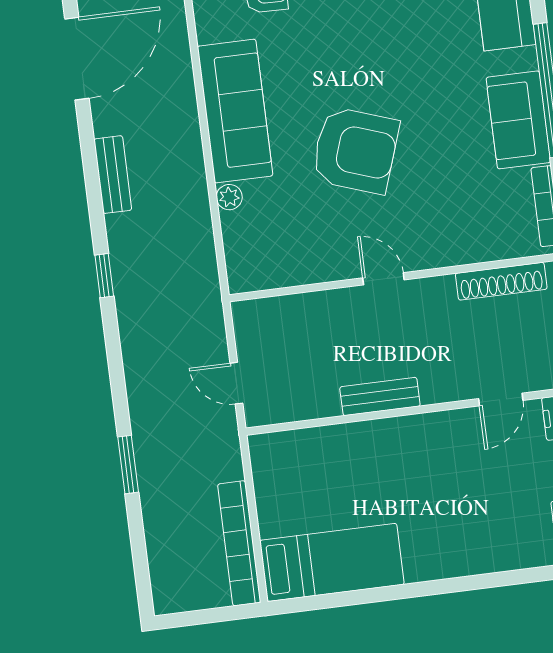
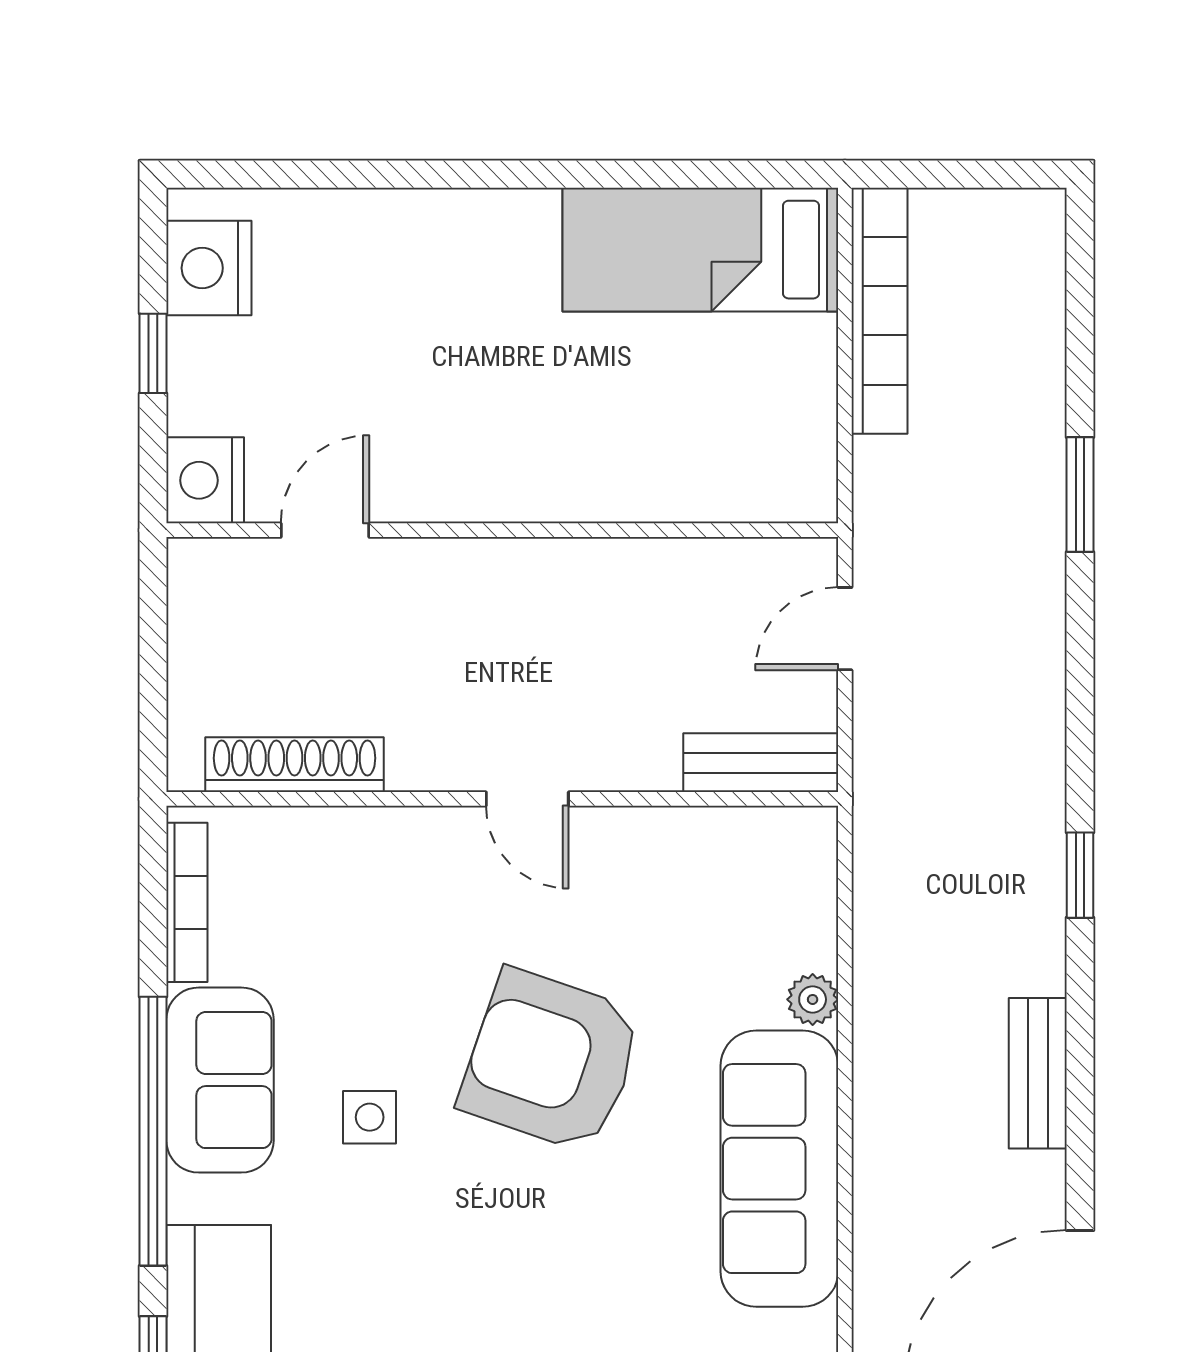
side table: (442, 111) -> (370, 1117), added
door: (236, 383) -> (845, 629), swing flipped
bench: (380, 396) -> (761, 763), moved

